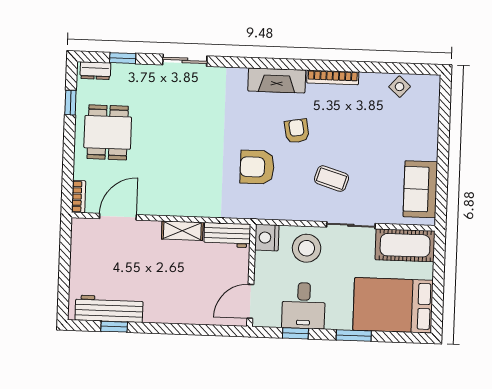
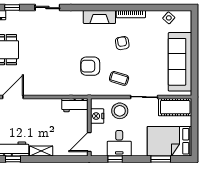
armchair: (297, 131) -> (122, 43), moved
coffee table: (332, 179) -> (119, 78), moved
sofa: (420, 189) -> (180, 62), width x1.85, depth x1.27
shelving: (182, 231) -> (41, 151), moved
nightstand: (267, 238) -> (97, 116), moved
window: (354, 335) -> (161, 159), moved

